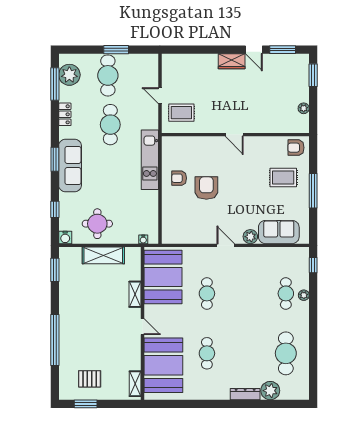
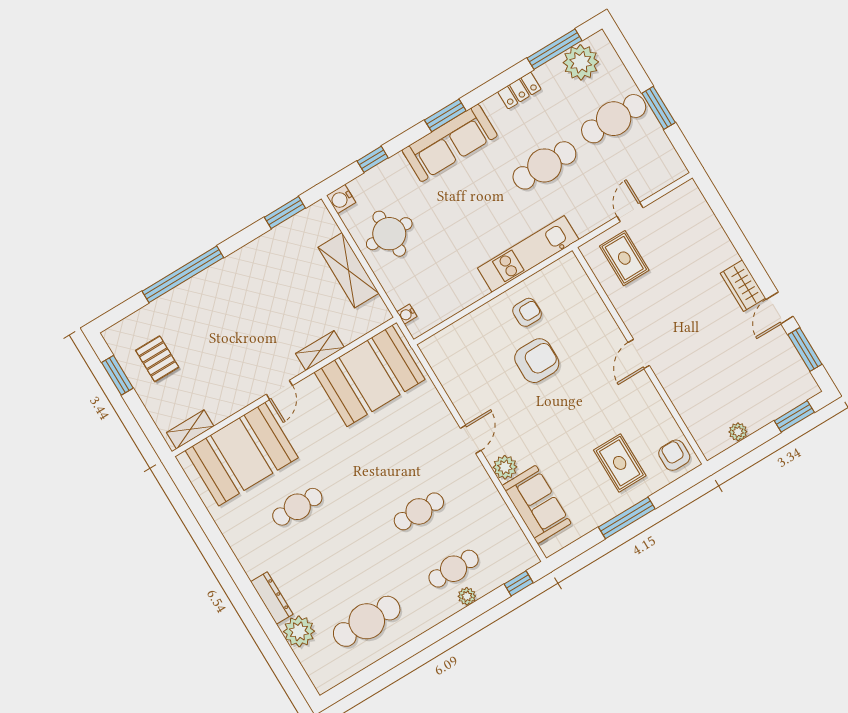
armchair: (179, 178) -> (527, 312), turned 90
cafe table: (207, 293) -> (419, 511), moved

